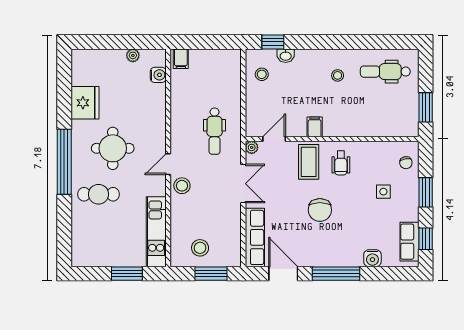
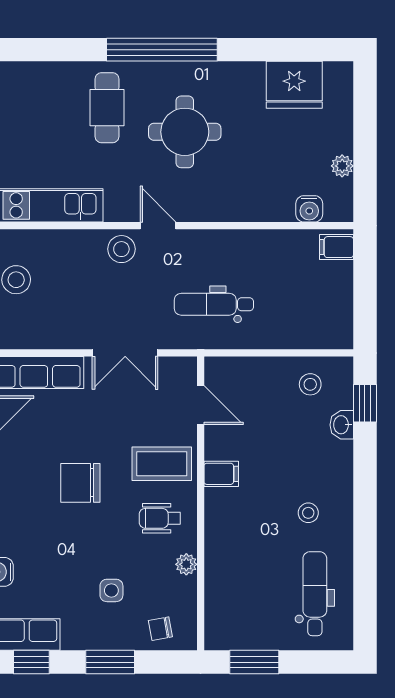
fridge: (85, 103) -> (294, 85), moved
plant: (252, 147) -> (186, 564), moved

